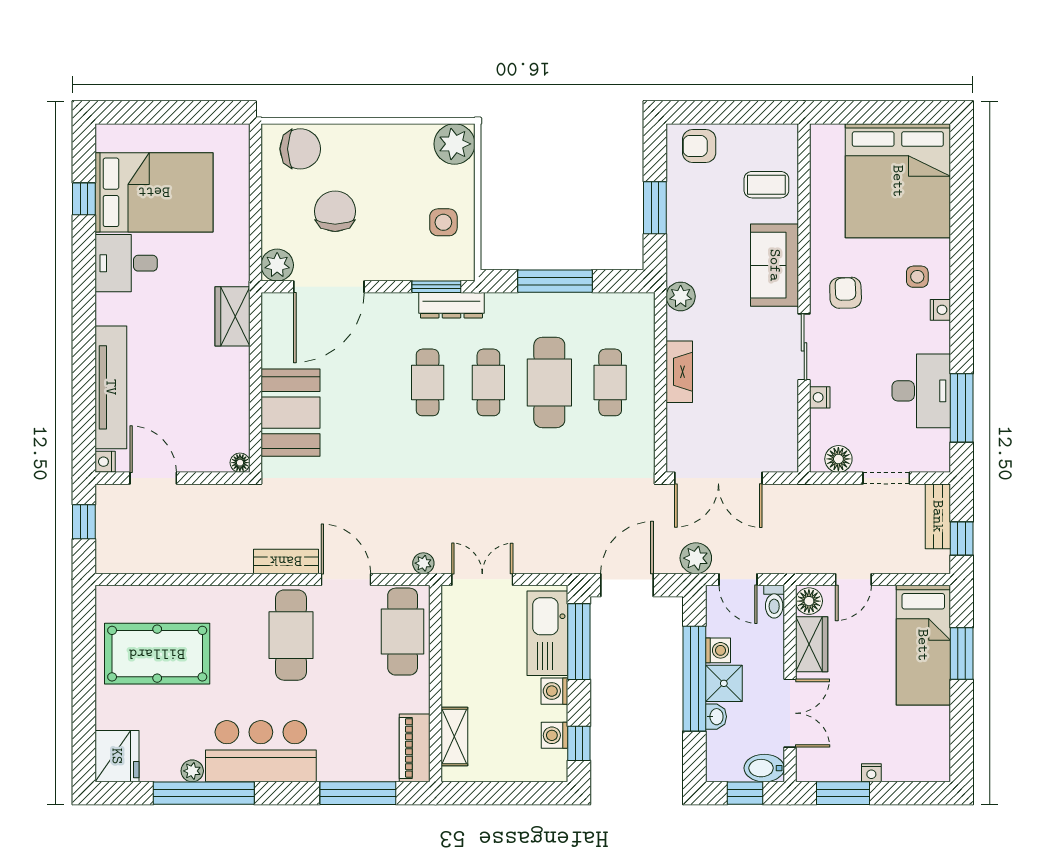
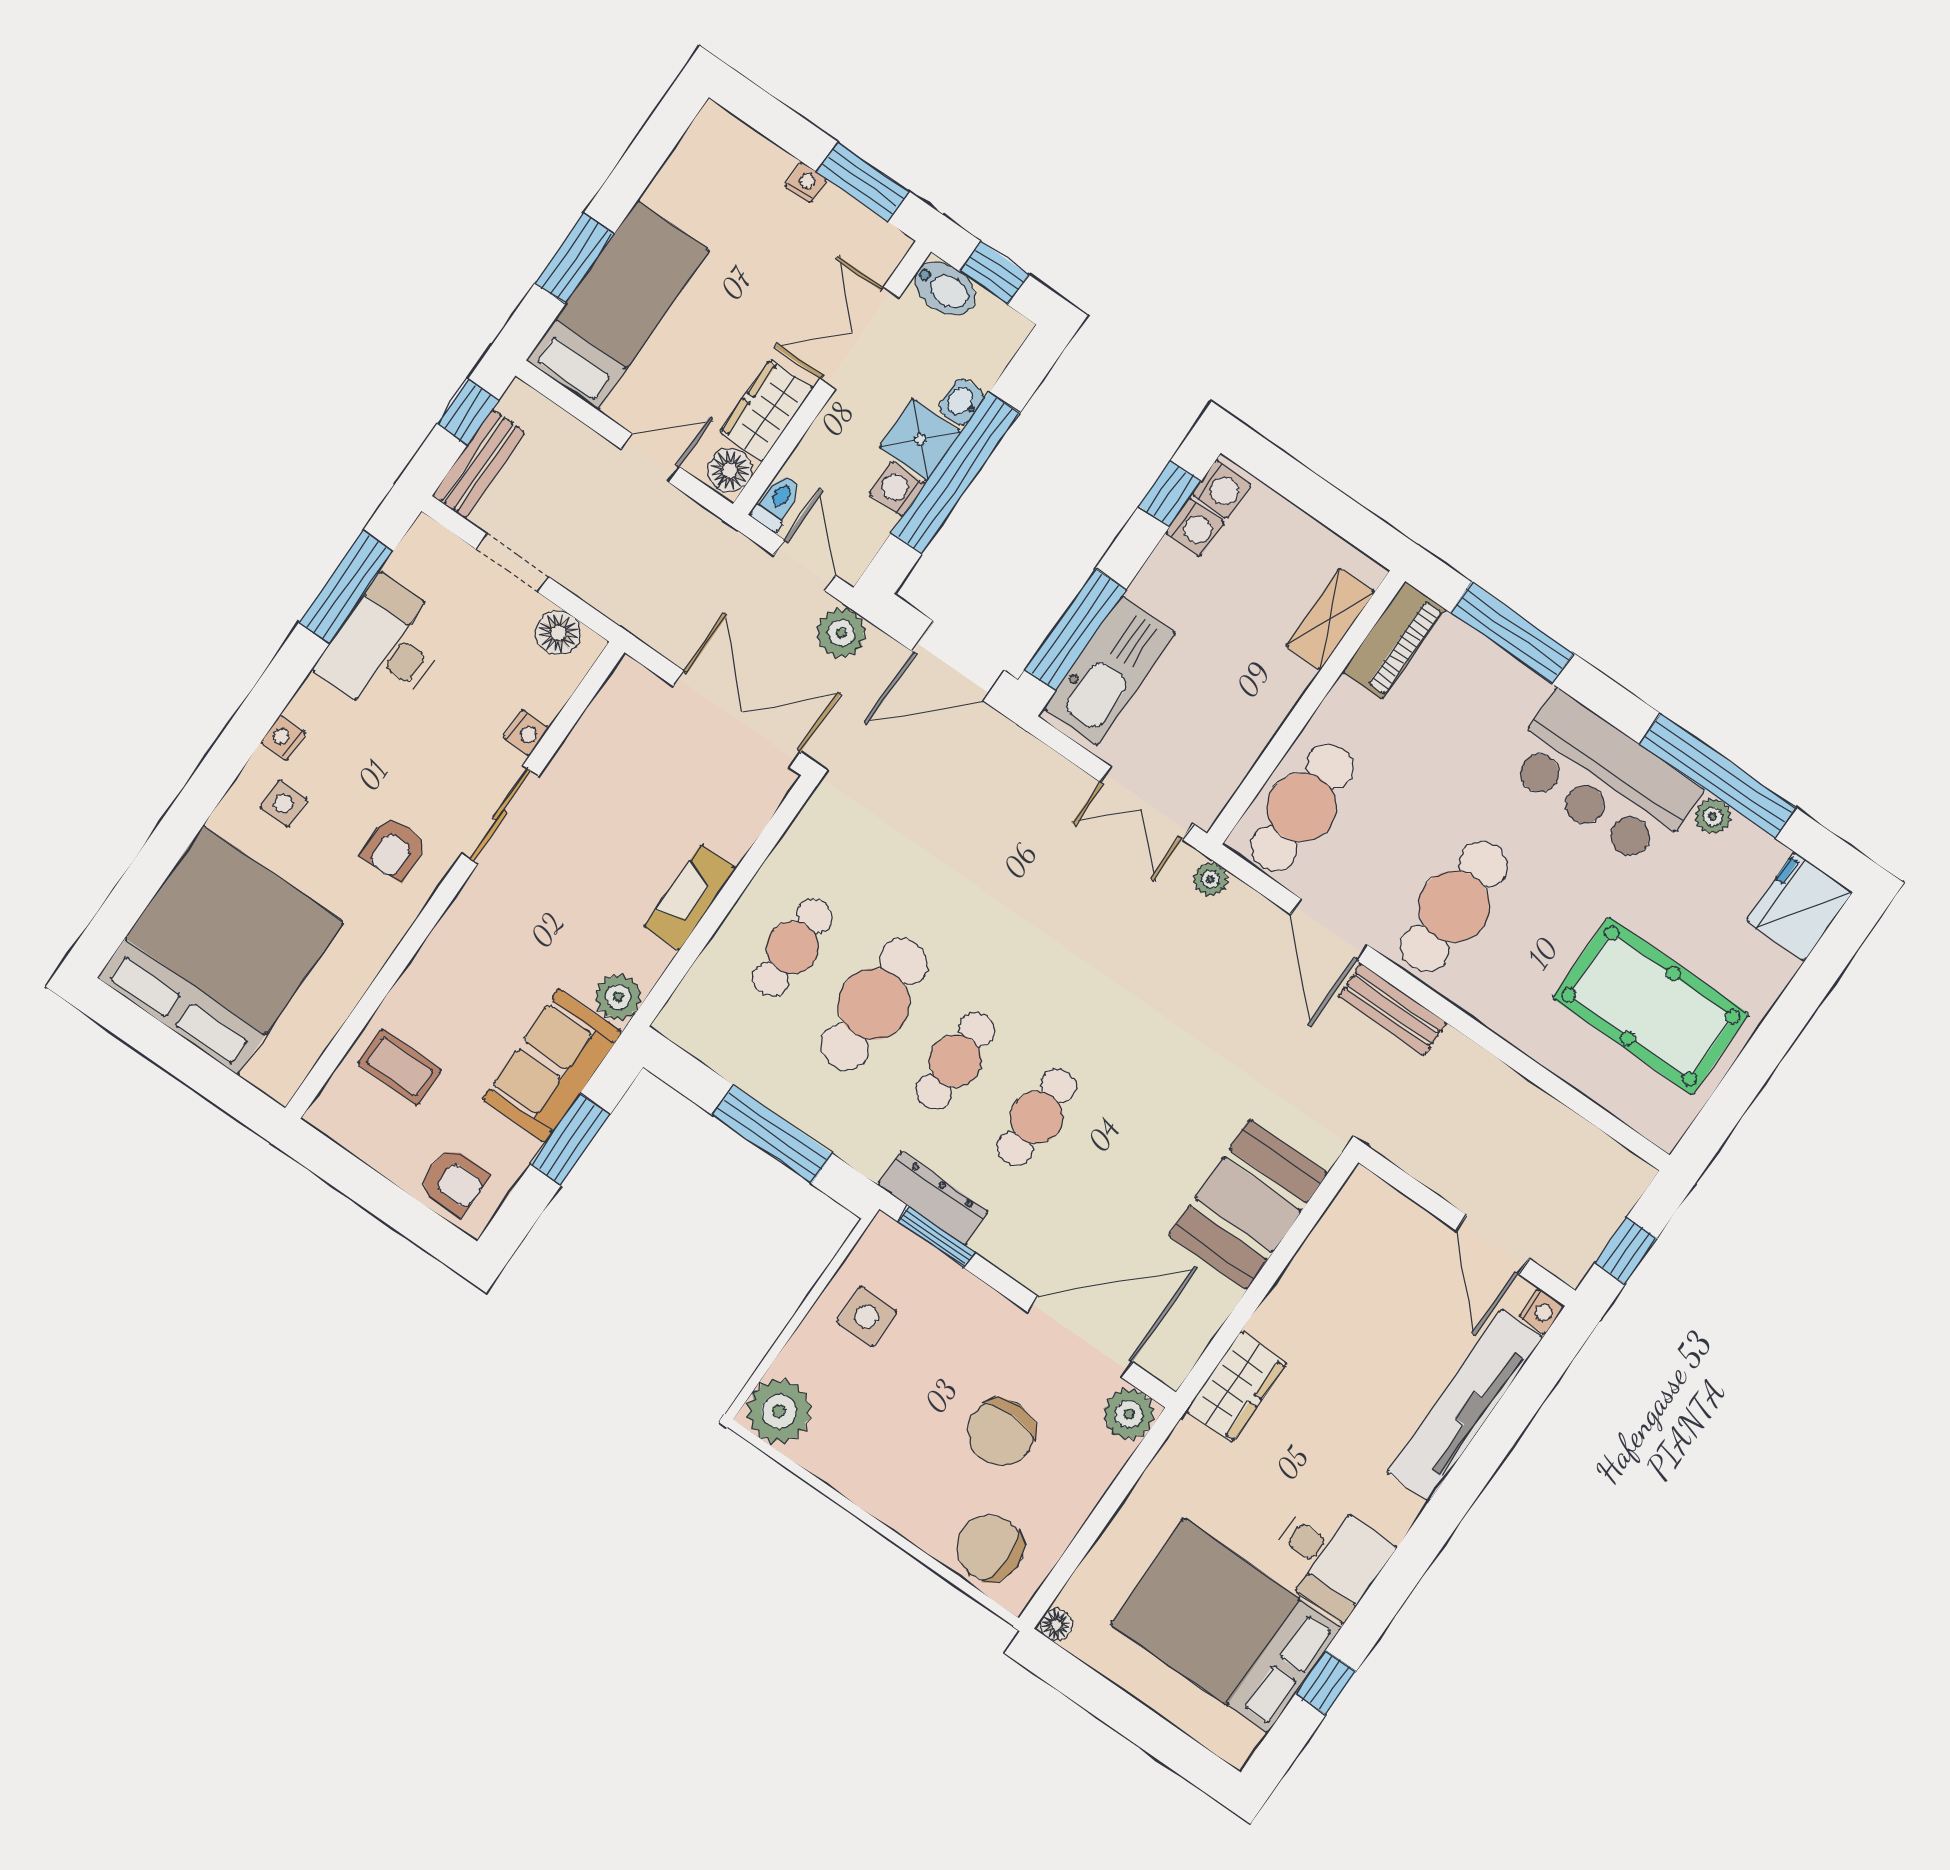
sofa: (775, 265) -> (552, 1066), moved, turned 180
floor lamp: (240, 463) -> (1056, 1625), moved
washing machine: (554, 691) -> (1222, 489), moved

